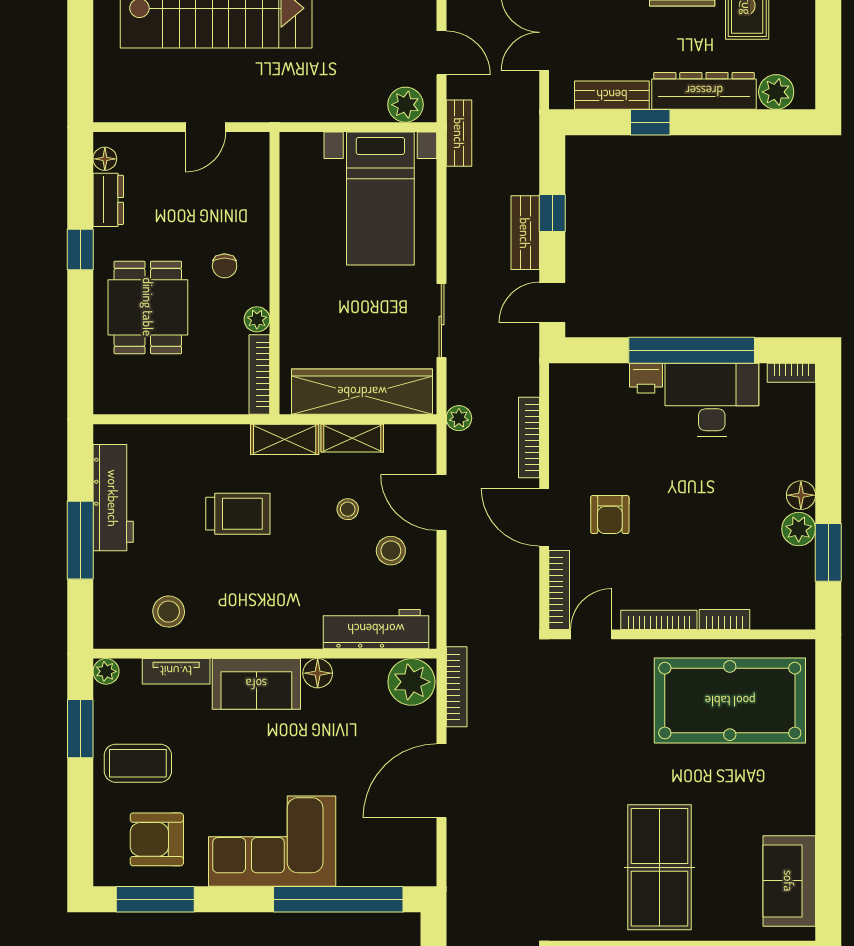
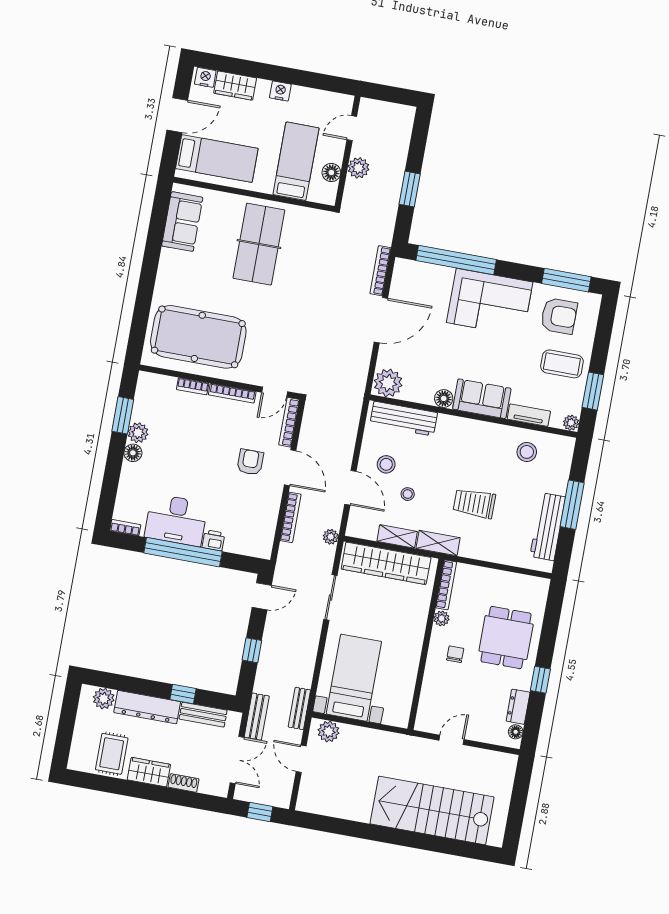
bench: (525, 233) -> (257, 717), moved
bookcase: (457, 687) -> (380, 271), moved

